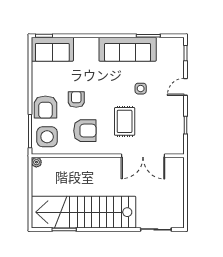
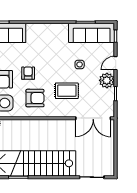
sofa: (128, 49) -> (92, 33), moved
plant: (175, 109) -> (107, 80), added
rug: (125, 121) -> (67, 91), turned 90
double door: (143, 156) -> (93, 118), moved

